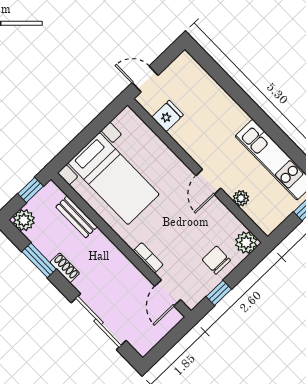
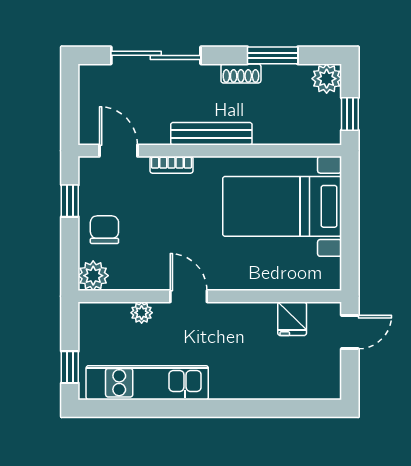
bench: (77, 217) -> (211, 134), moved, width x1.36
chair: (216, 260) -> (104, 230), turned -90

